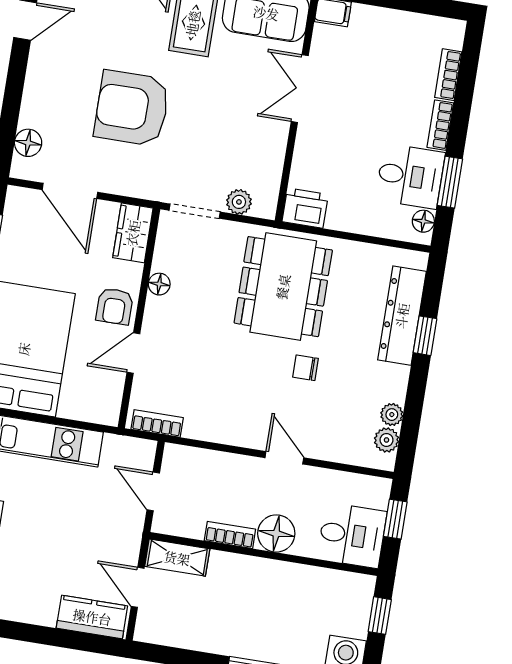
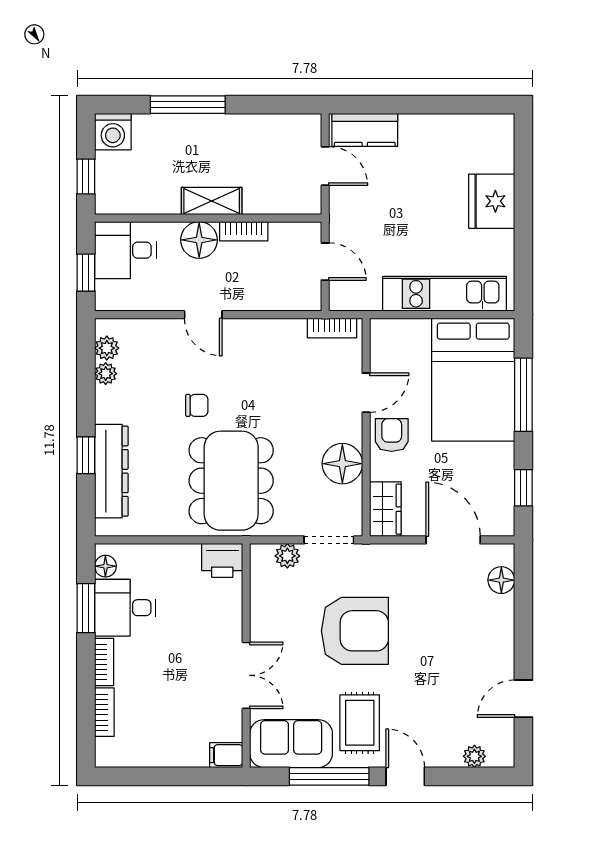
armchair: (132, 108) -> (355, 631), moved
floor lamp: (159, 284) -> (342, 464), width x1.89, depth x1.89
shelving: (177, 558) -> (212, 201), moved

